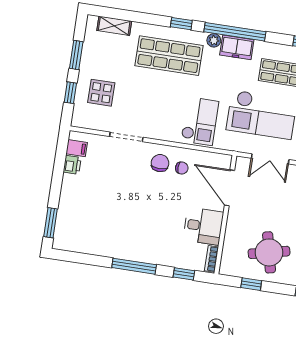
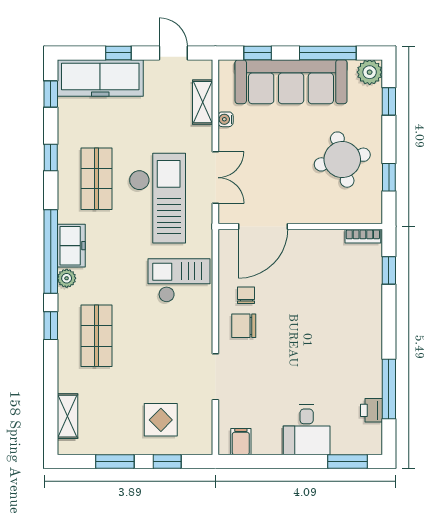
shop shelf: (169, 56) -> (97, 336), width x0.70, depth x0.74
printer: (72, 165) -> (372, 410), moved, turned -90
desk: (203, 226) -> (307, 430), moved, turned 180
window: (134, 266) -> (389, 389), moved

